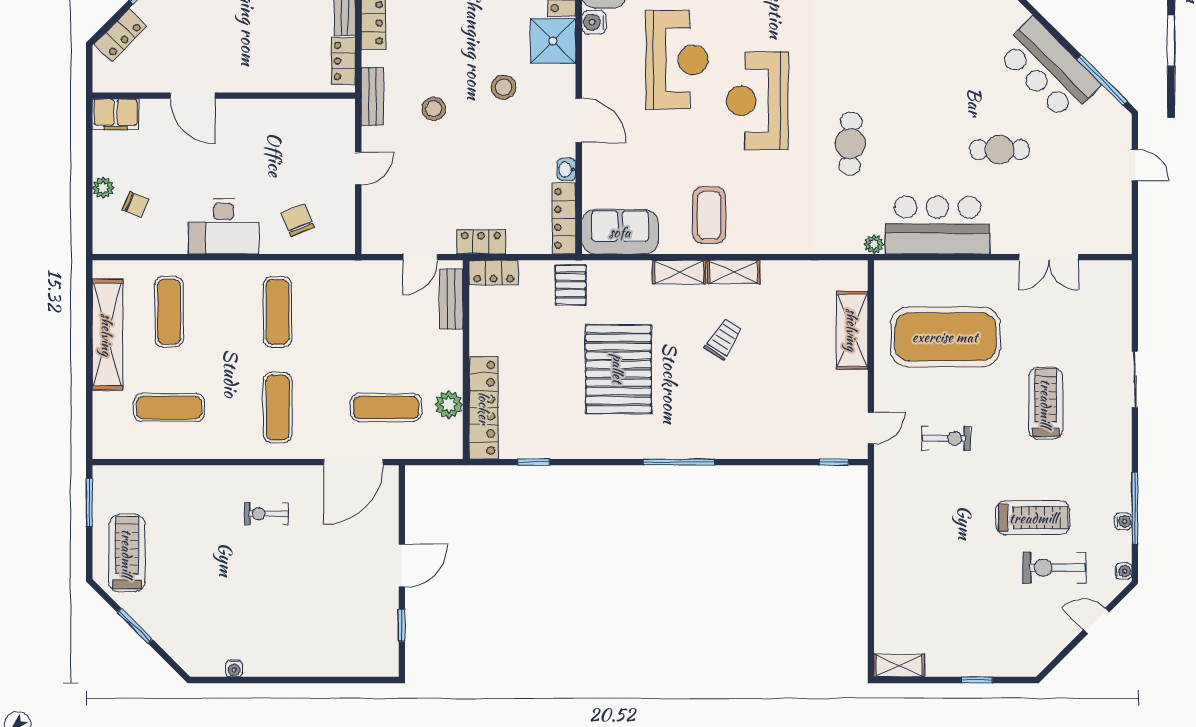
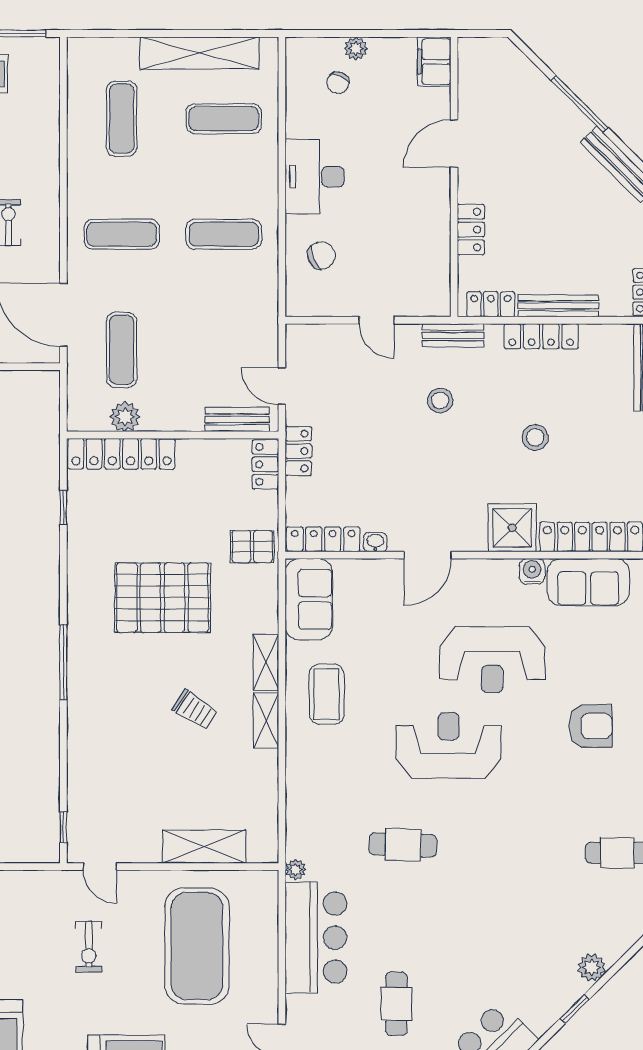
locker: (120, 35) -> (471, 230), moved, turned -135
stool: (504, 87) -> (535, 437), moved
coffee table: (709, 215) -> (327, 694), turned 90

